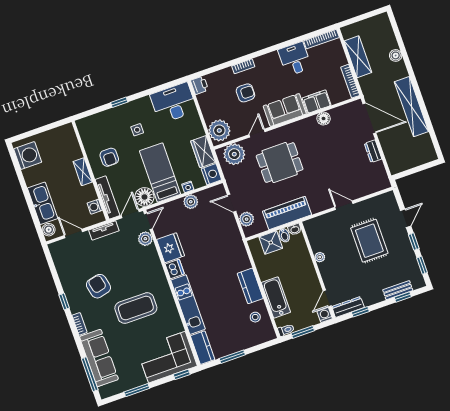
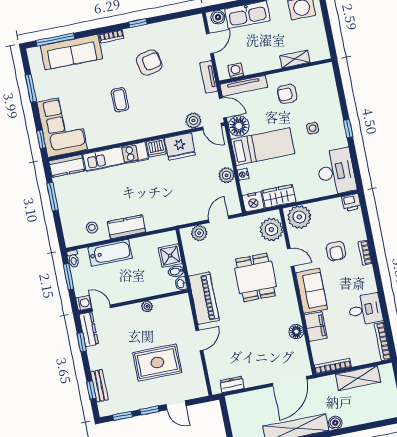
boiler: (396, 55) -> (335, 423), moved
window: (119, 102) -> (348, 129), moved
dresser: (373, 151) -> (232, 384), moved
shelving: (83, 172) -> (295, 59), moved
piano: (287, 213) -> (204, 298), moved
coffee table: (136, 308) -> (120, 100), width x0.54, depth x0.58

